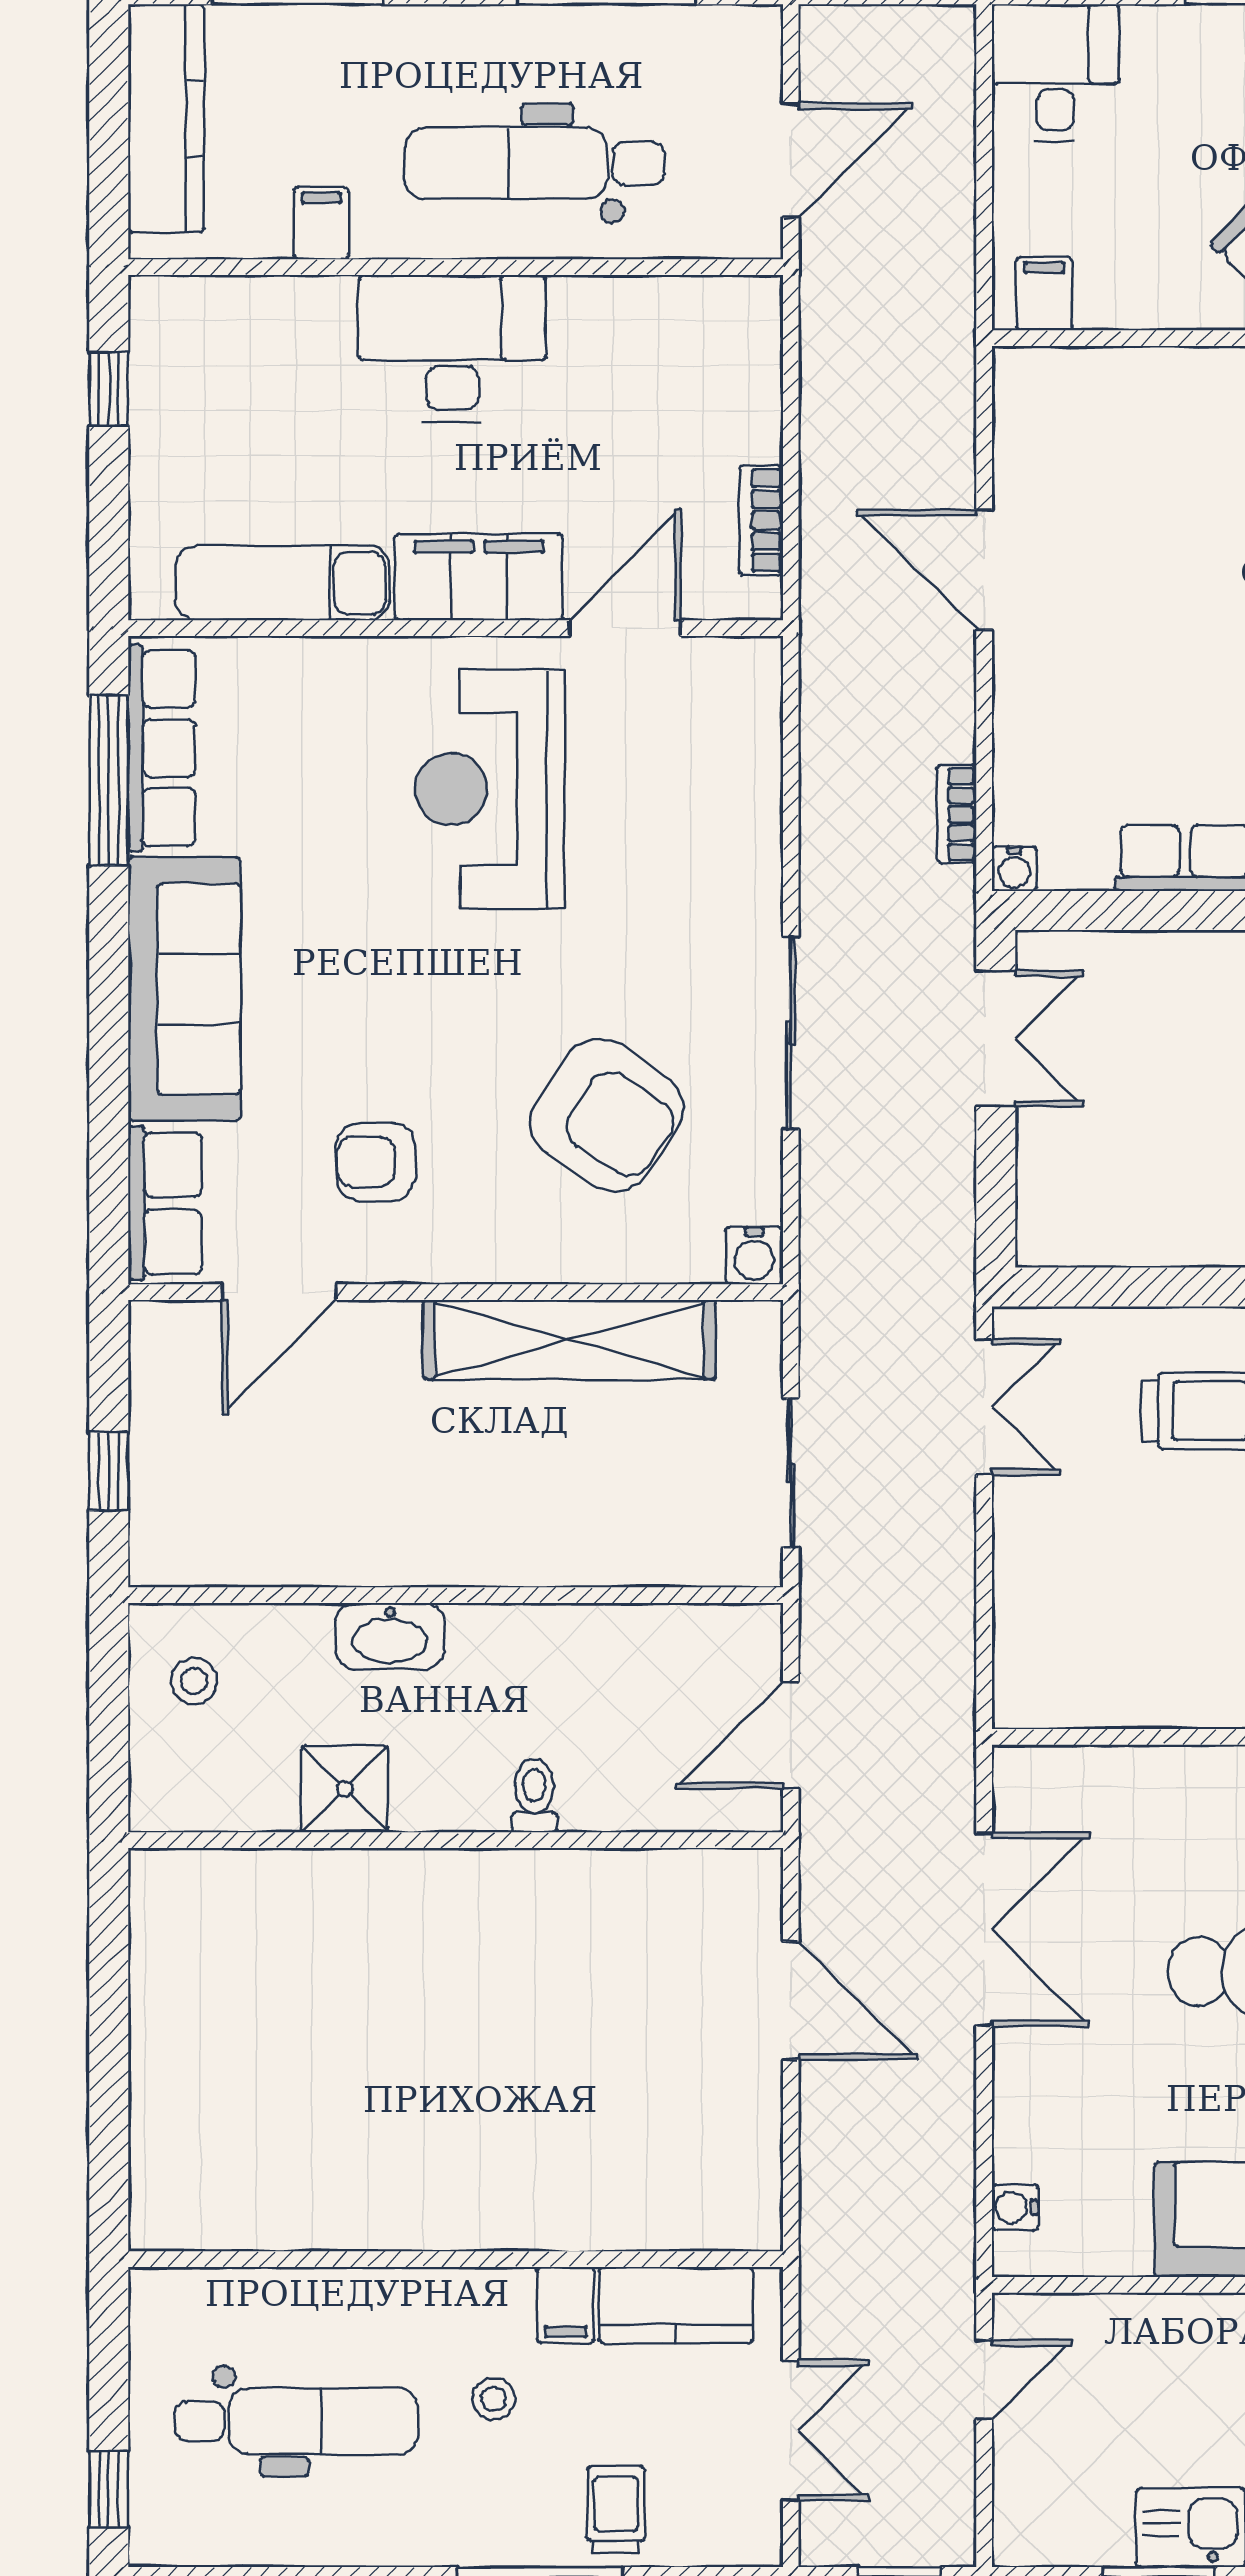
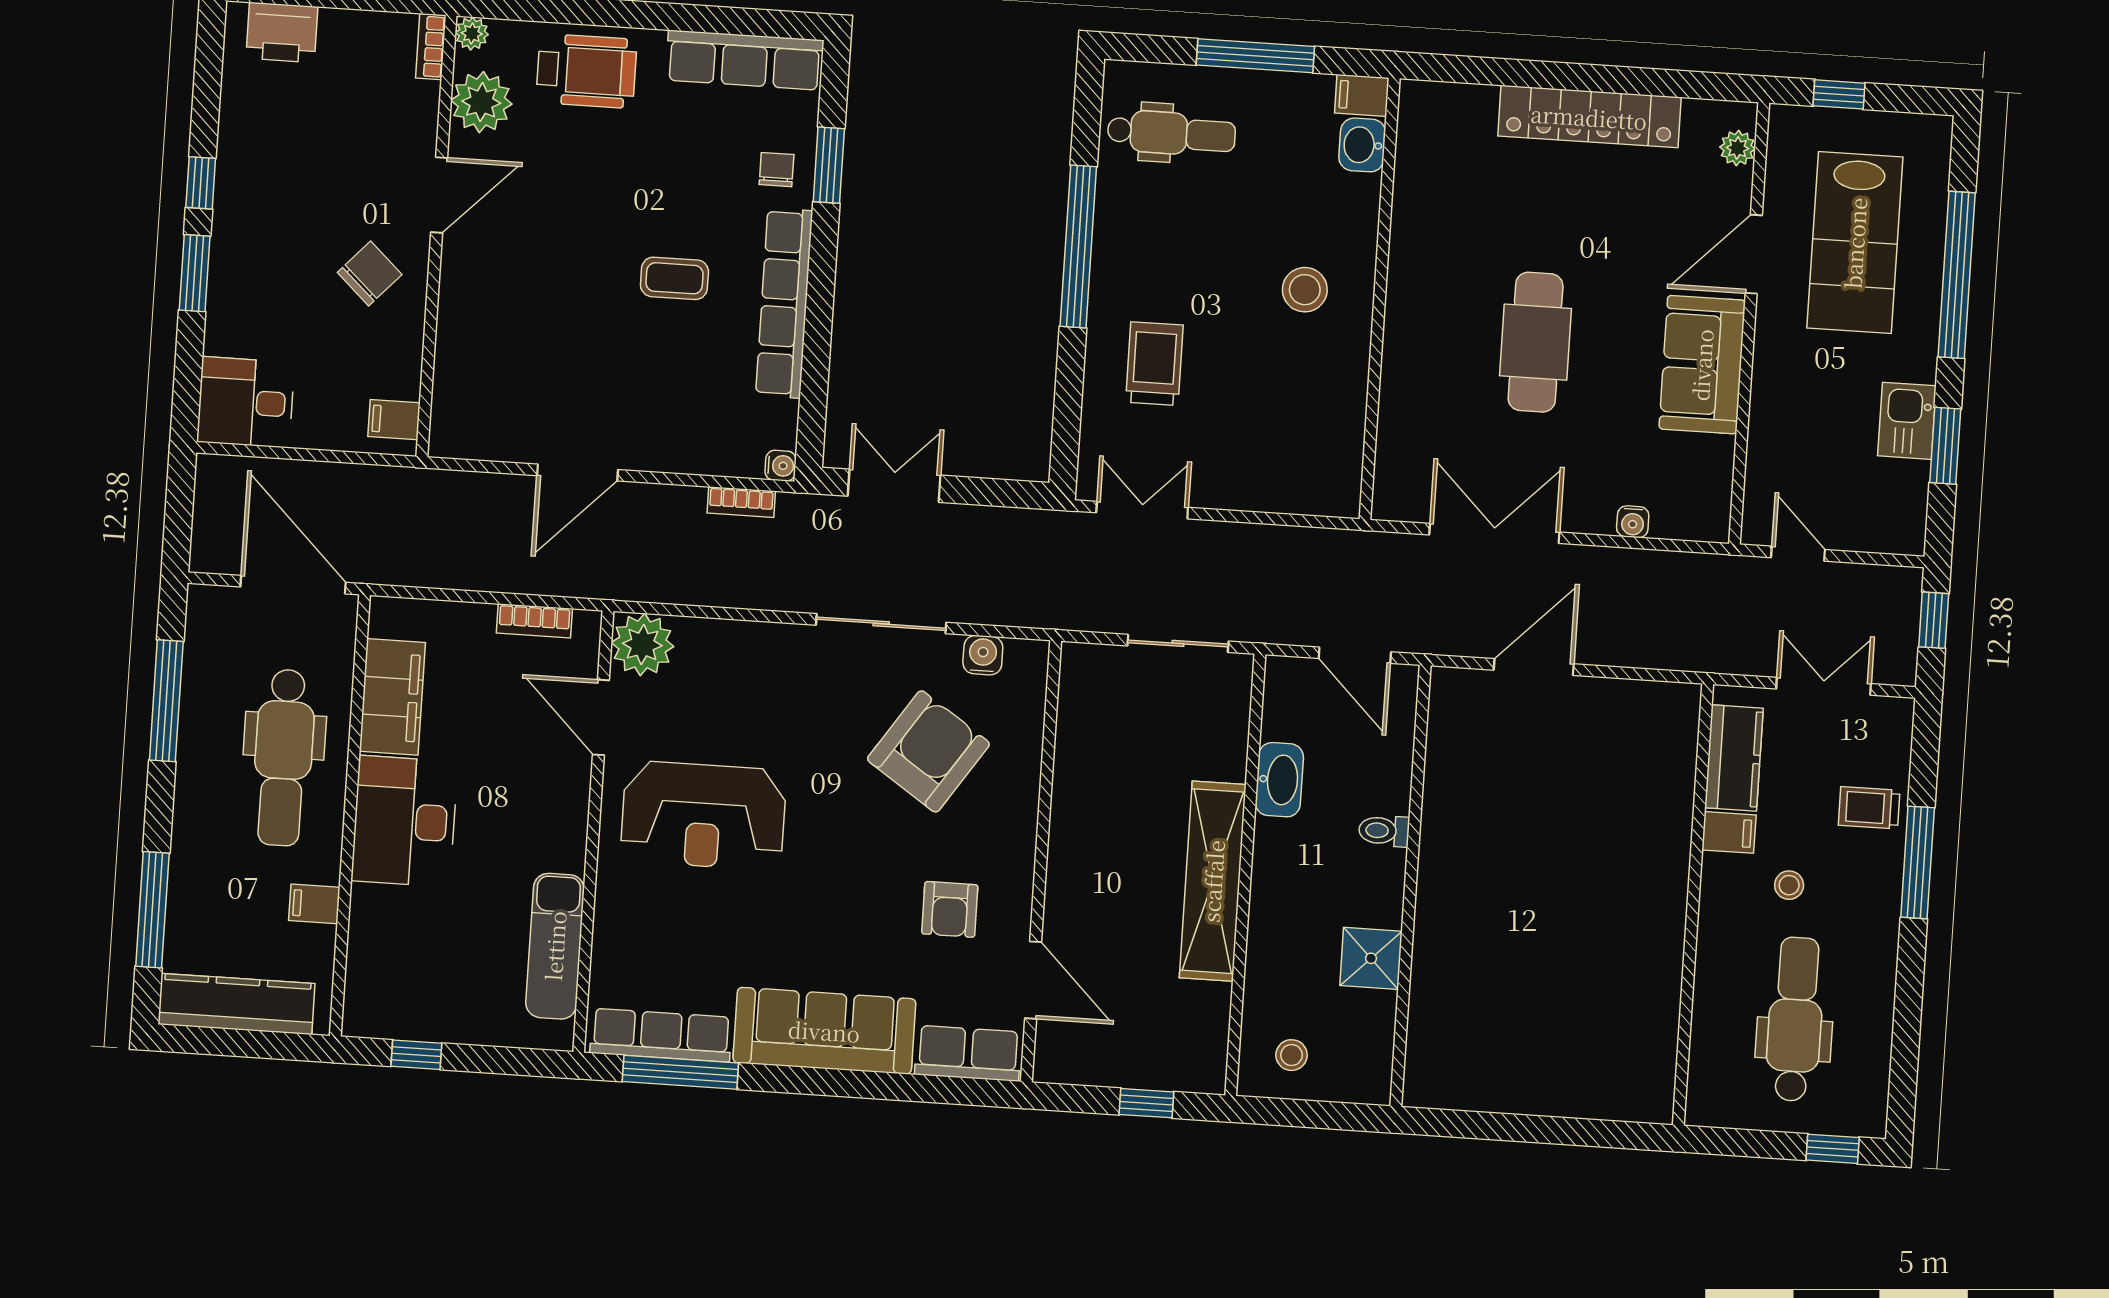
door: (791, 161) -> (293, 585), width x1.36
filing cabinet: (479, 577) -> (392, 697), moved, turned 180
plant: (737, 682) -> (642, 645), added
water cooler: (754, 1256) -> (983, 655), moved, turned -90
shelving: (569, 1340) -> (1213, 881), moved
washbasin: (390, 1636) -> (1279, 780), moved
water cooler: (1015, 2207) -> (1633, 522), moved

